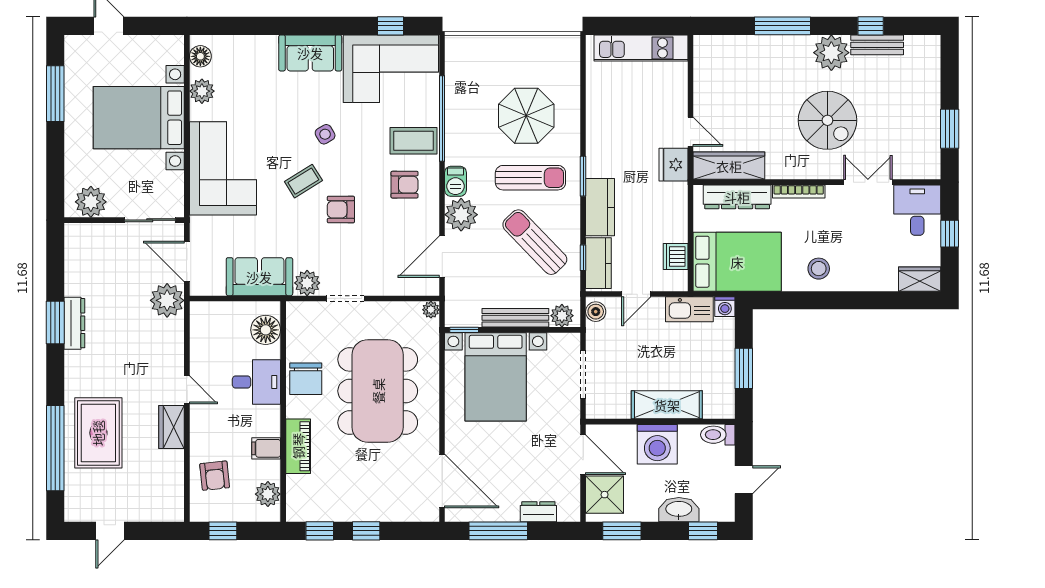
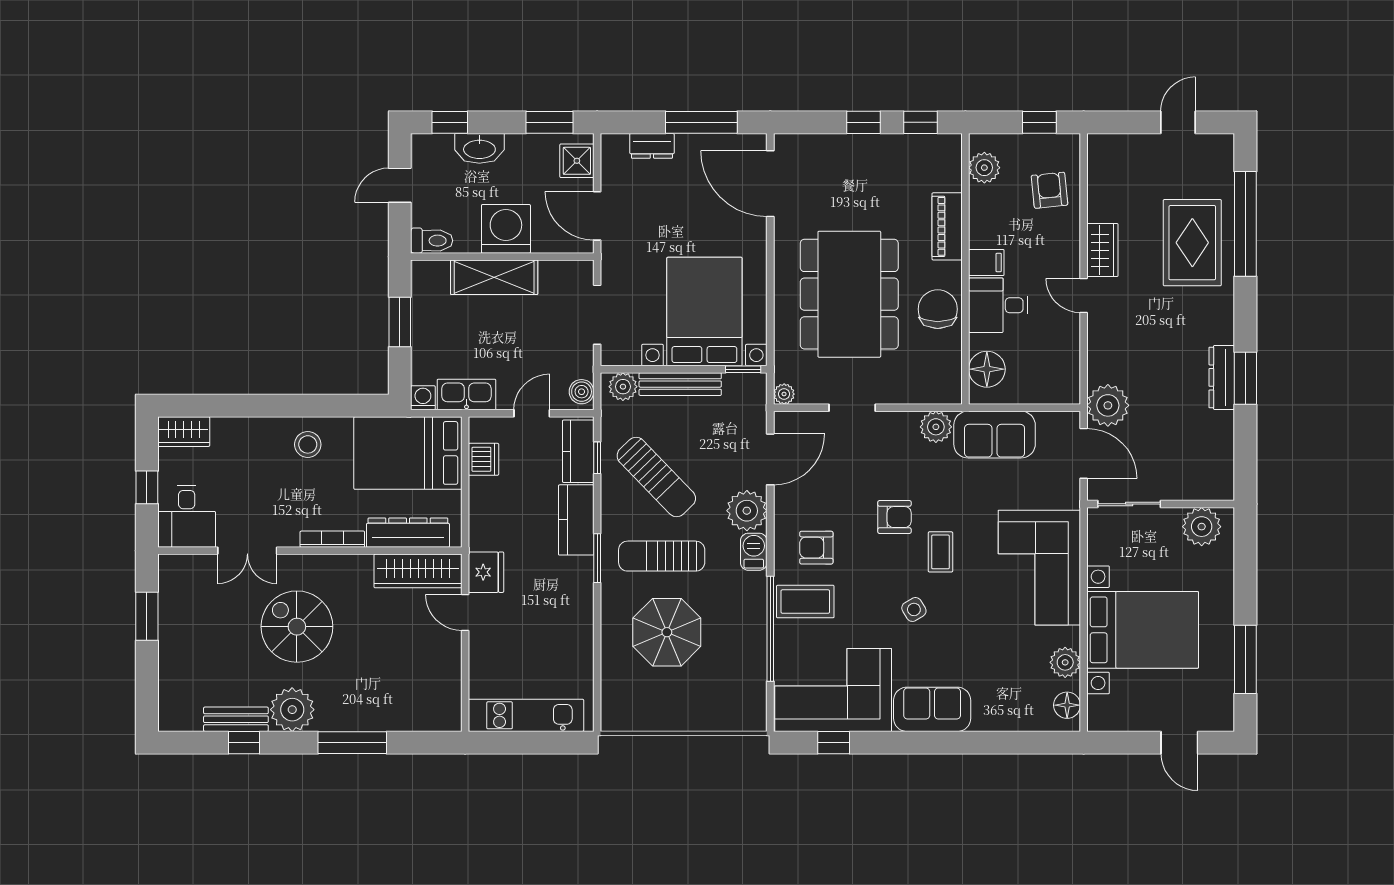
coffee table: (303, 181) -> (940, 552), turned -58
doorway: (345, 298) -> (852, 408), moved
filing cabinet: (266, 448) -> (986, 262), moved
shower: (605, 495) -> (577, 161), width x0.73, depth x0.73

